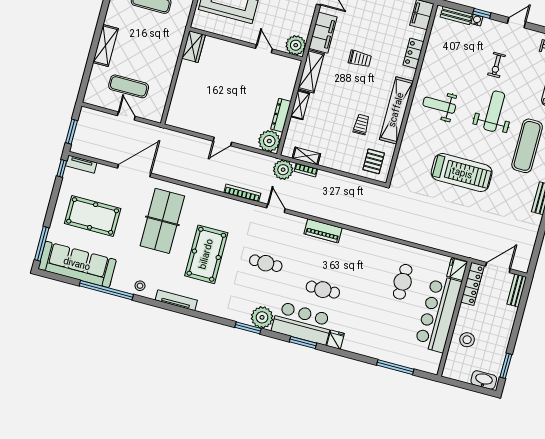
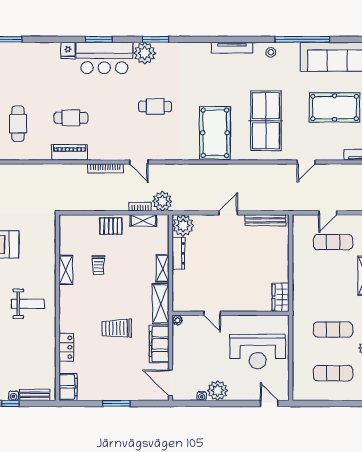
plant: (296, 45) -> (178, 320), width x0.53, depth x0.53
trolley: (360, 59) -> (117, 328), width x1.36, depth x1.39
shelving: (396, 110) -> (66, 270), width x0.45, depth x0.75
door: (126, 116) -> (328, 213), hinge flipped
bench: (188, 125) -> (265, 220), added
pallet: (374, 161) -> (111, 226), moved, turned 90
door: (134, 171) -> (306, 162), width x0.53
bookcase: (242, 193) -> (105, 168), moved
door: (276, 208) -> (139, 162), moved
piano: (323, 231) -> (69, 152), moved
pool table: (206, 254) -> (215, 133), moved
cafe table: (323, 290) -> (71, 118), moved

